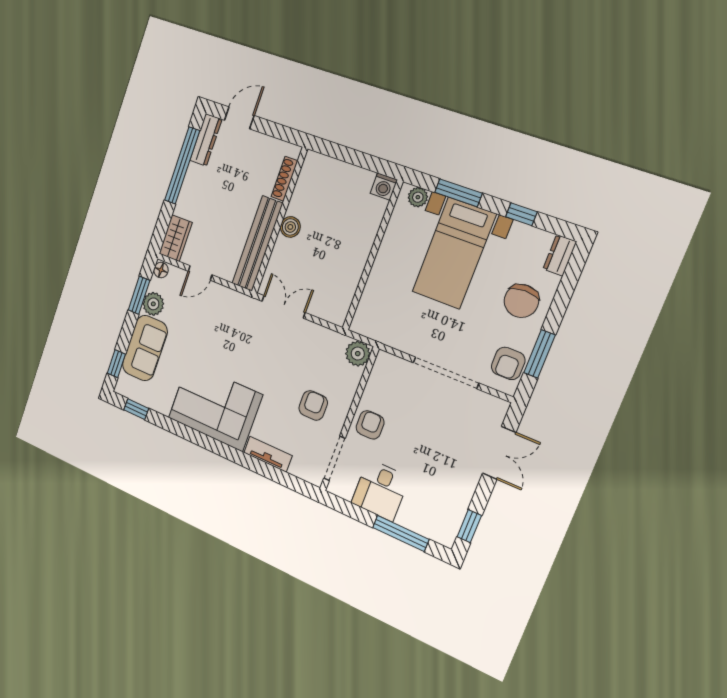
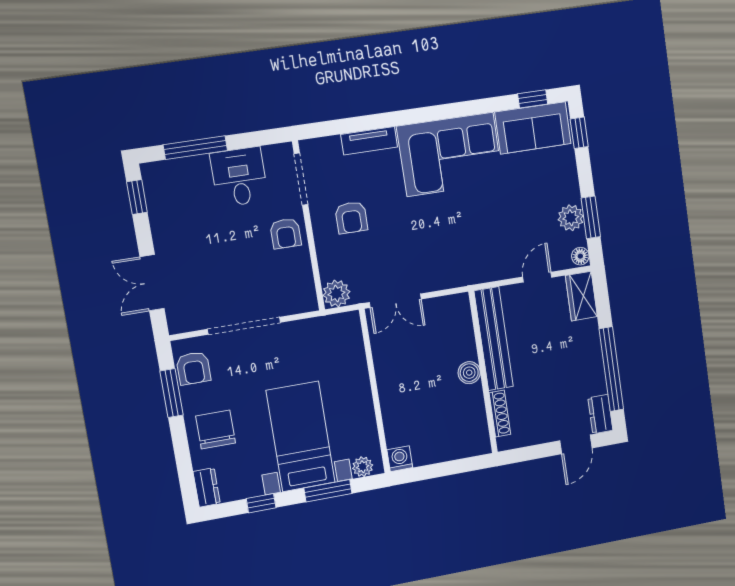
dresser: (206, 140) -> (600, 414), width x0.70
double door: (283, 307) -> (395, 301), moved
sofa: (145, 348) -> (533, 128), moved, turned -90
armchair: (508, 363) -> (193, 368), turned 180

